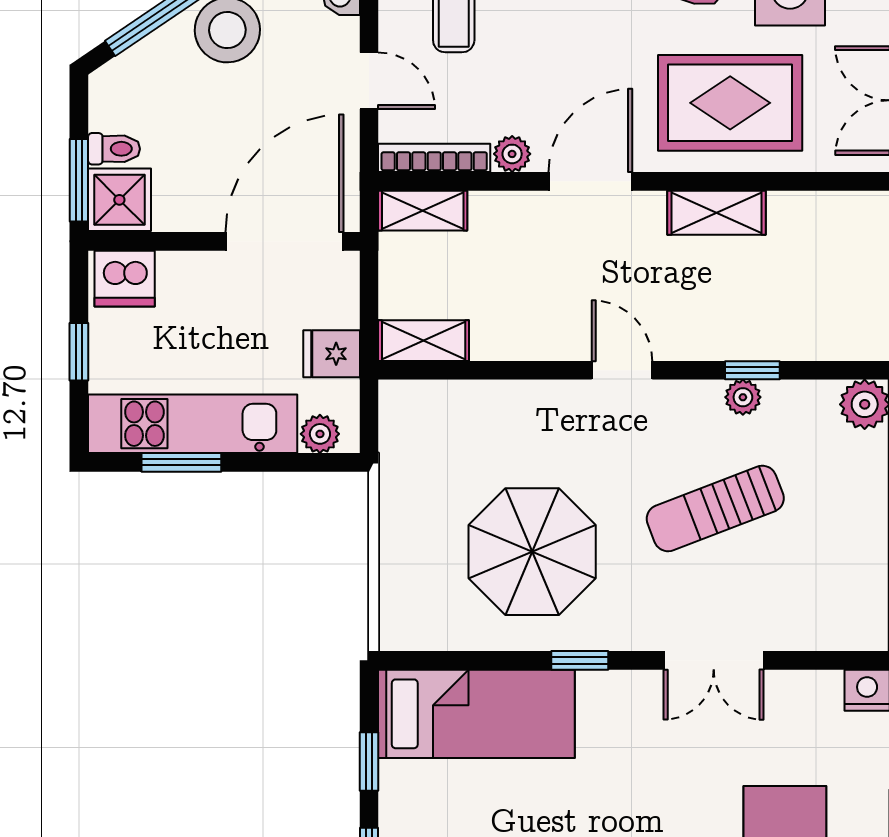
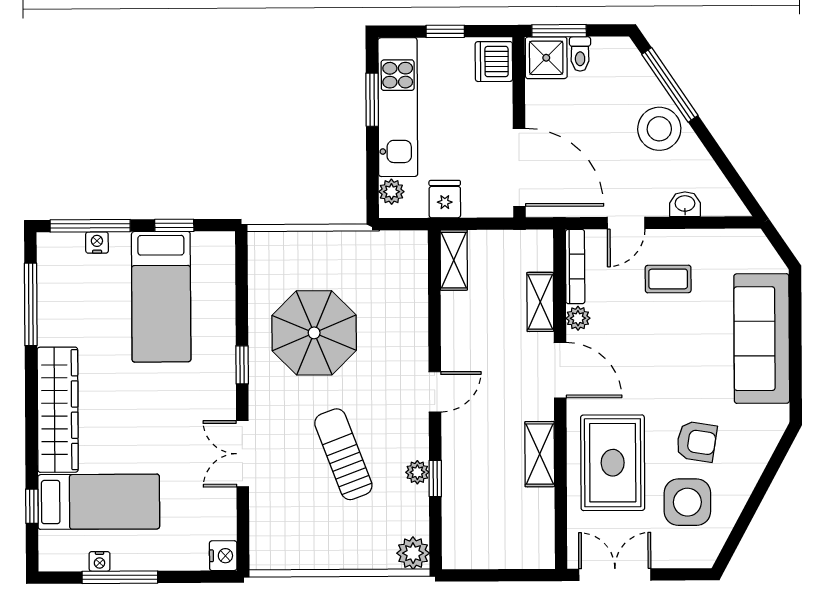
shelving: (423, 211) -> (540, 302), moved
bed: (476, 714) -> (161, 297), moved

